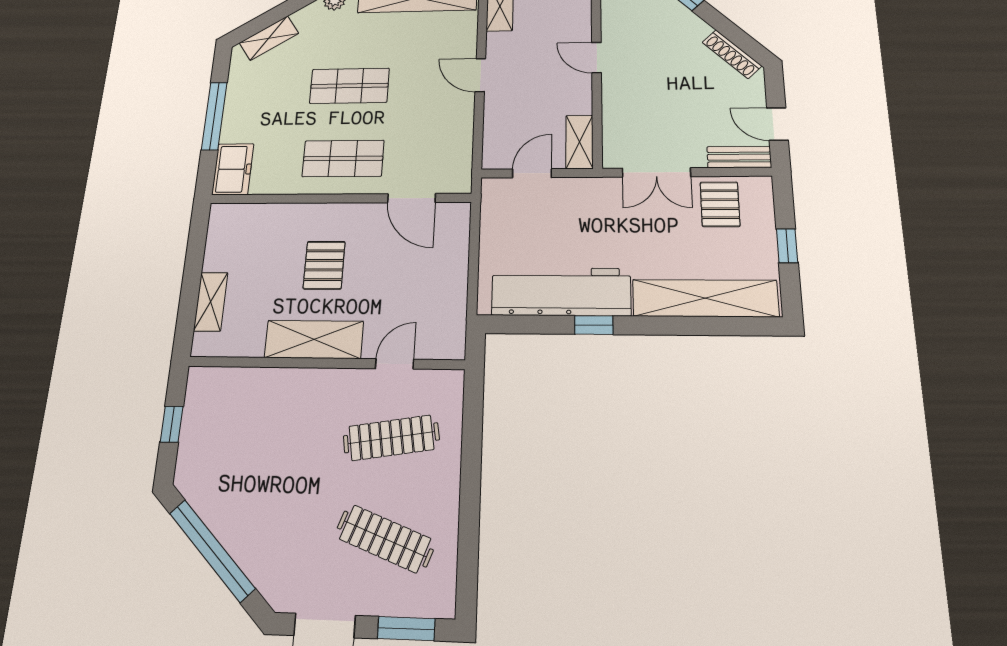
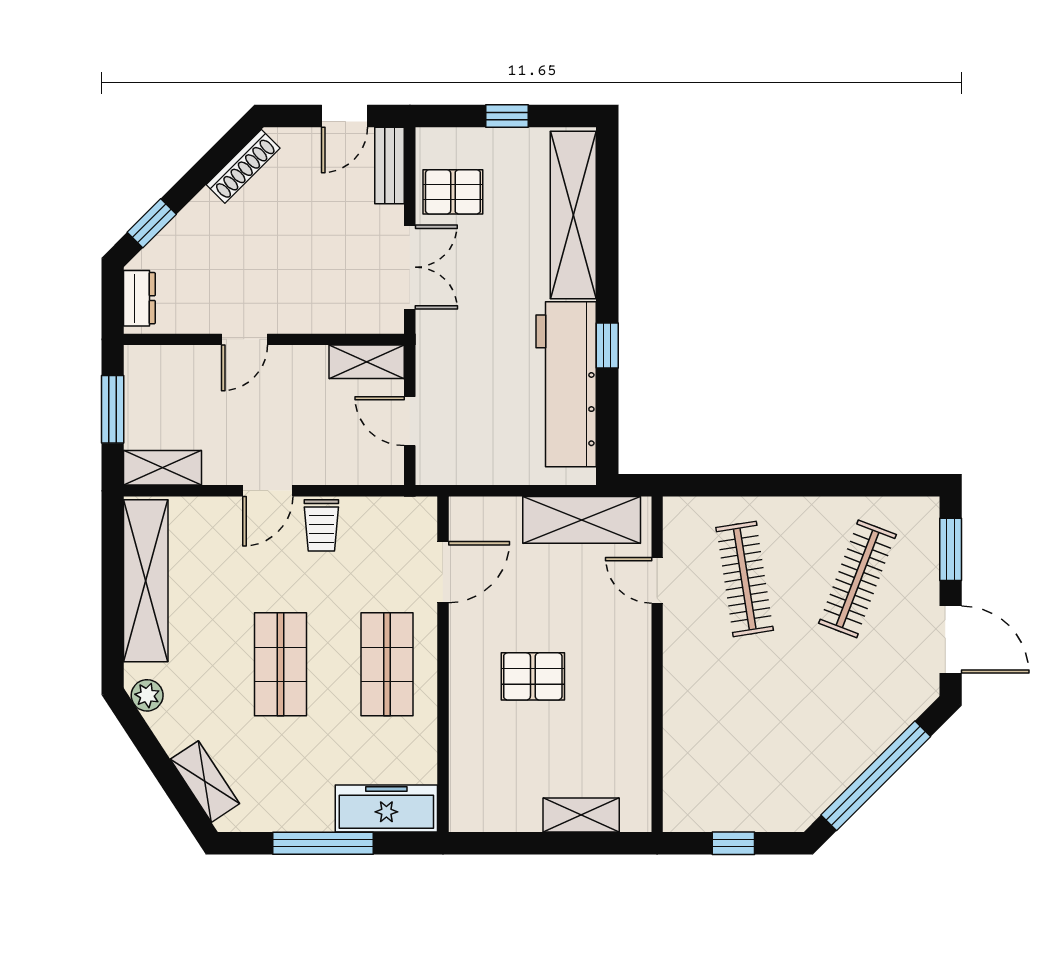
trolley: (452, 112) -> (321, 525), added
freezer: (233, 169) -> (386, 808), width x1.40
shelving: (314, 339) -> (582, 520), moved, turned 90

